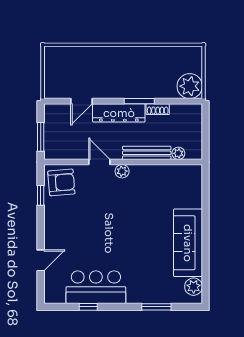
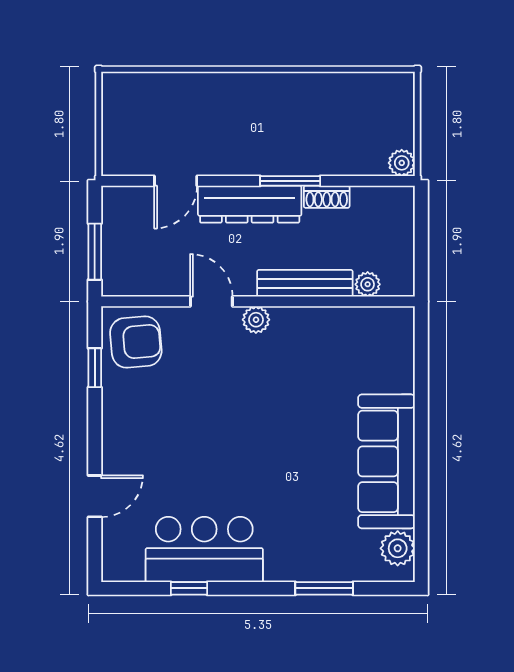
plant: (190, 86) -> (402, 163), width x0.53, depth x0.53

